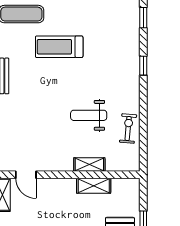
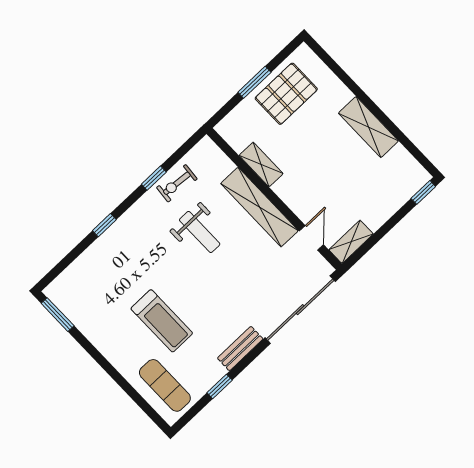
window: (143, 18) -> (154, 178), moved
shelving: (89, 164) -> (260, 207), width x2.20, depth x1.33

